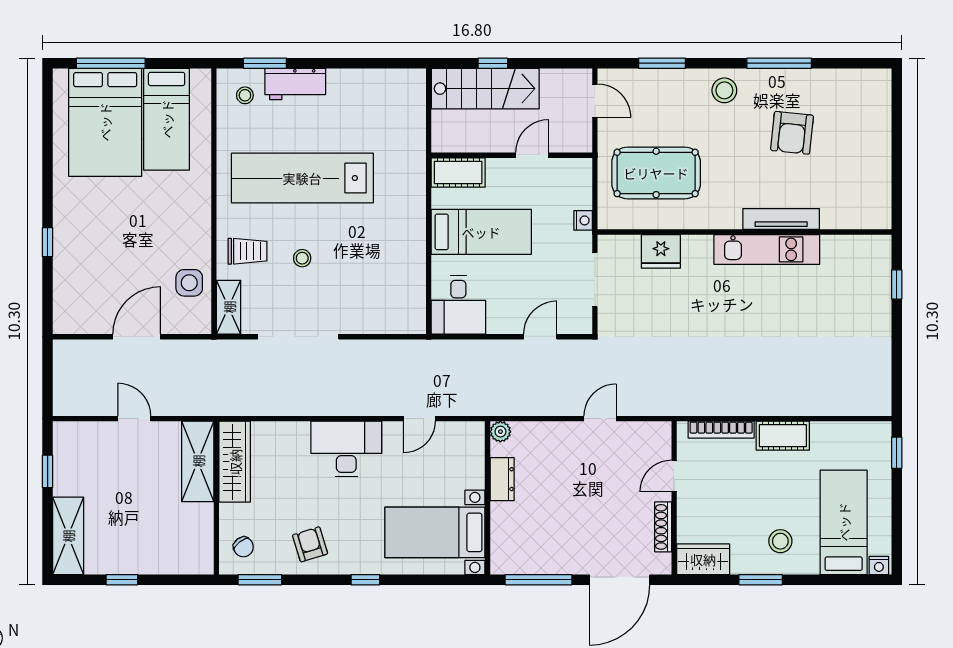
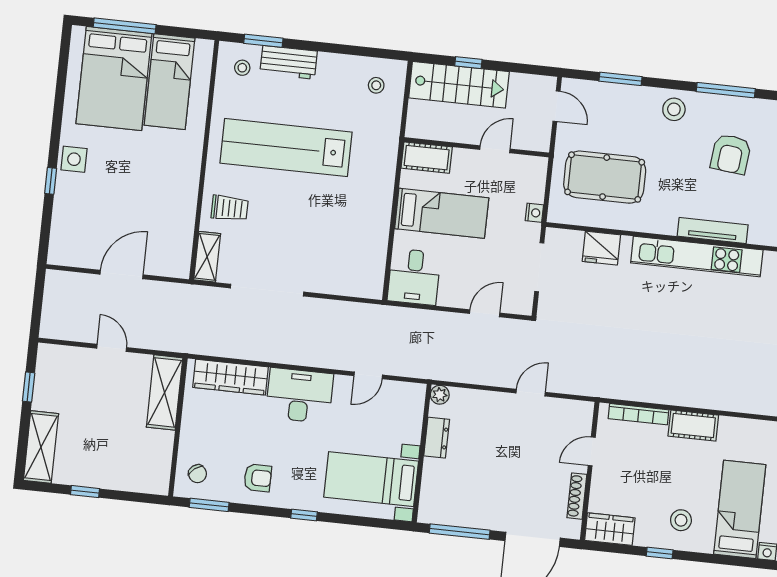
kitchen unit: (767, 249) -> (697, 256), width x1.36
stool: (302, 258) -> (376, 85), moved
side table: (189, 283) -> (74, 159), moved
wardrobe: (235, 462) -> (230, 377), moved, turned 90
armchair: (310, 544) -> (258, 478), turned 107
window: (761, 580) -> (660, 553), width x0.67

